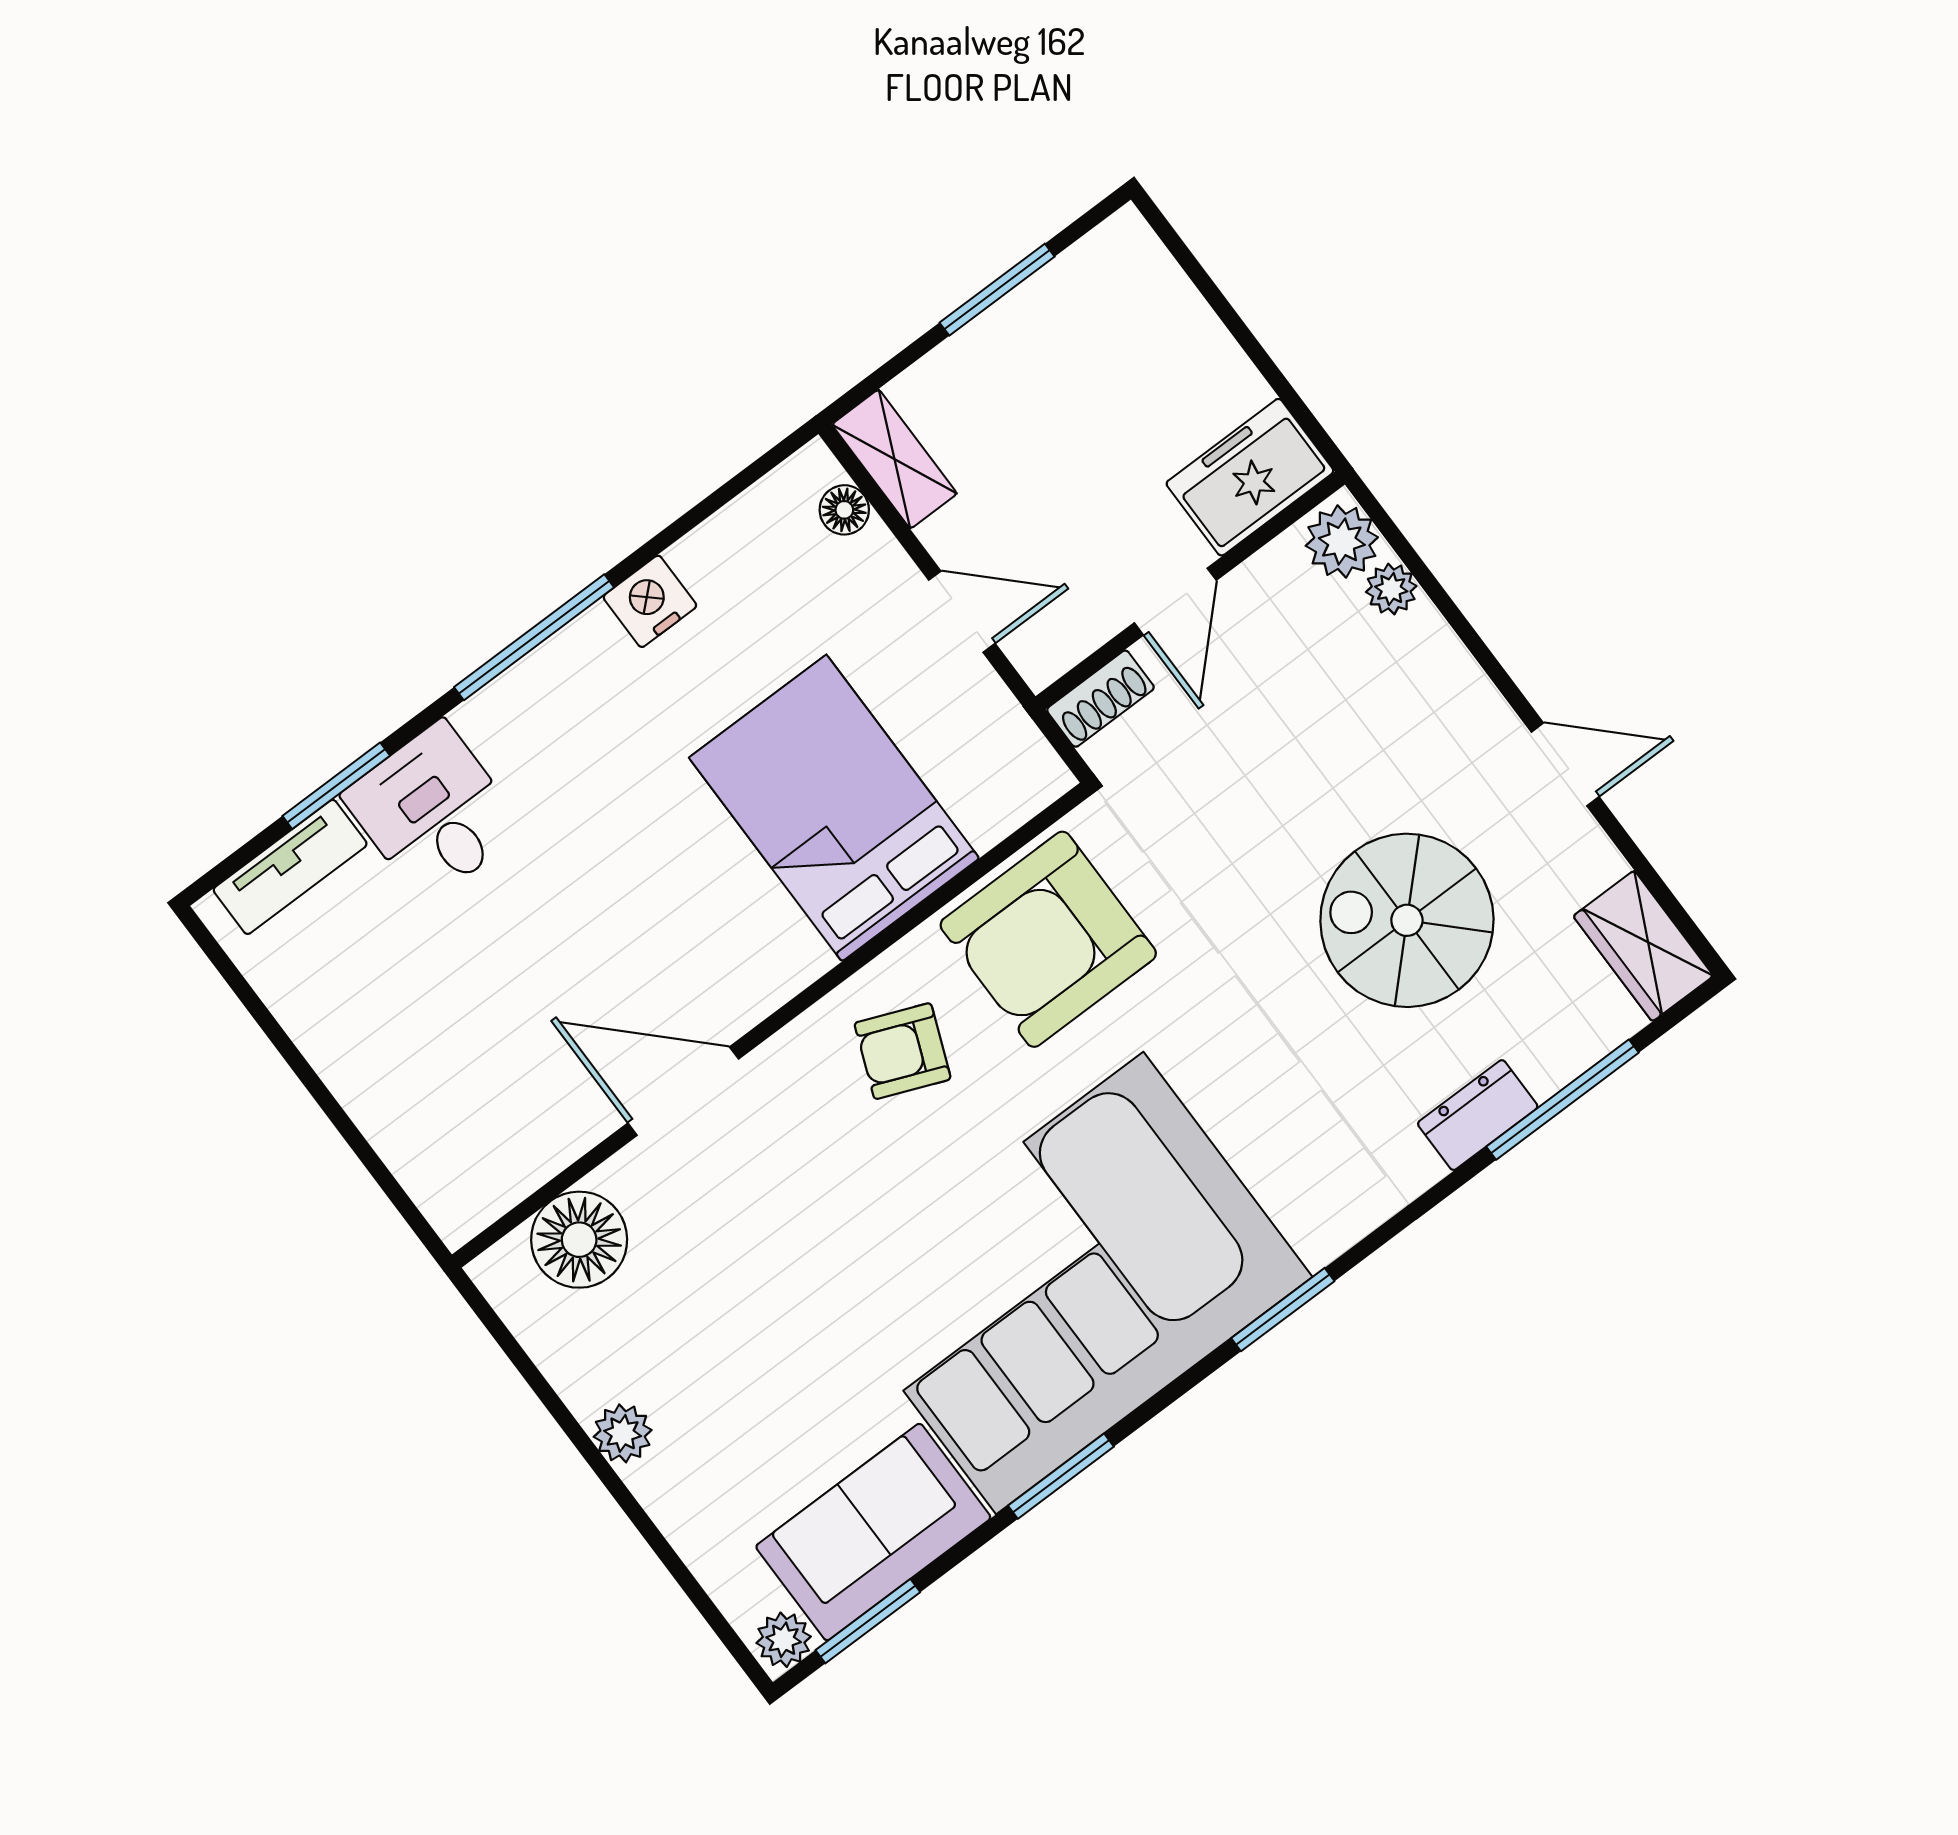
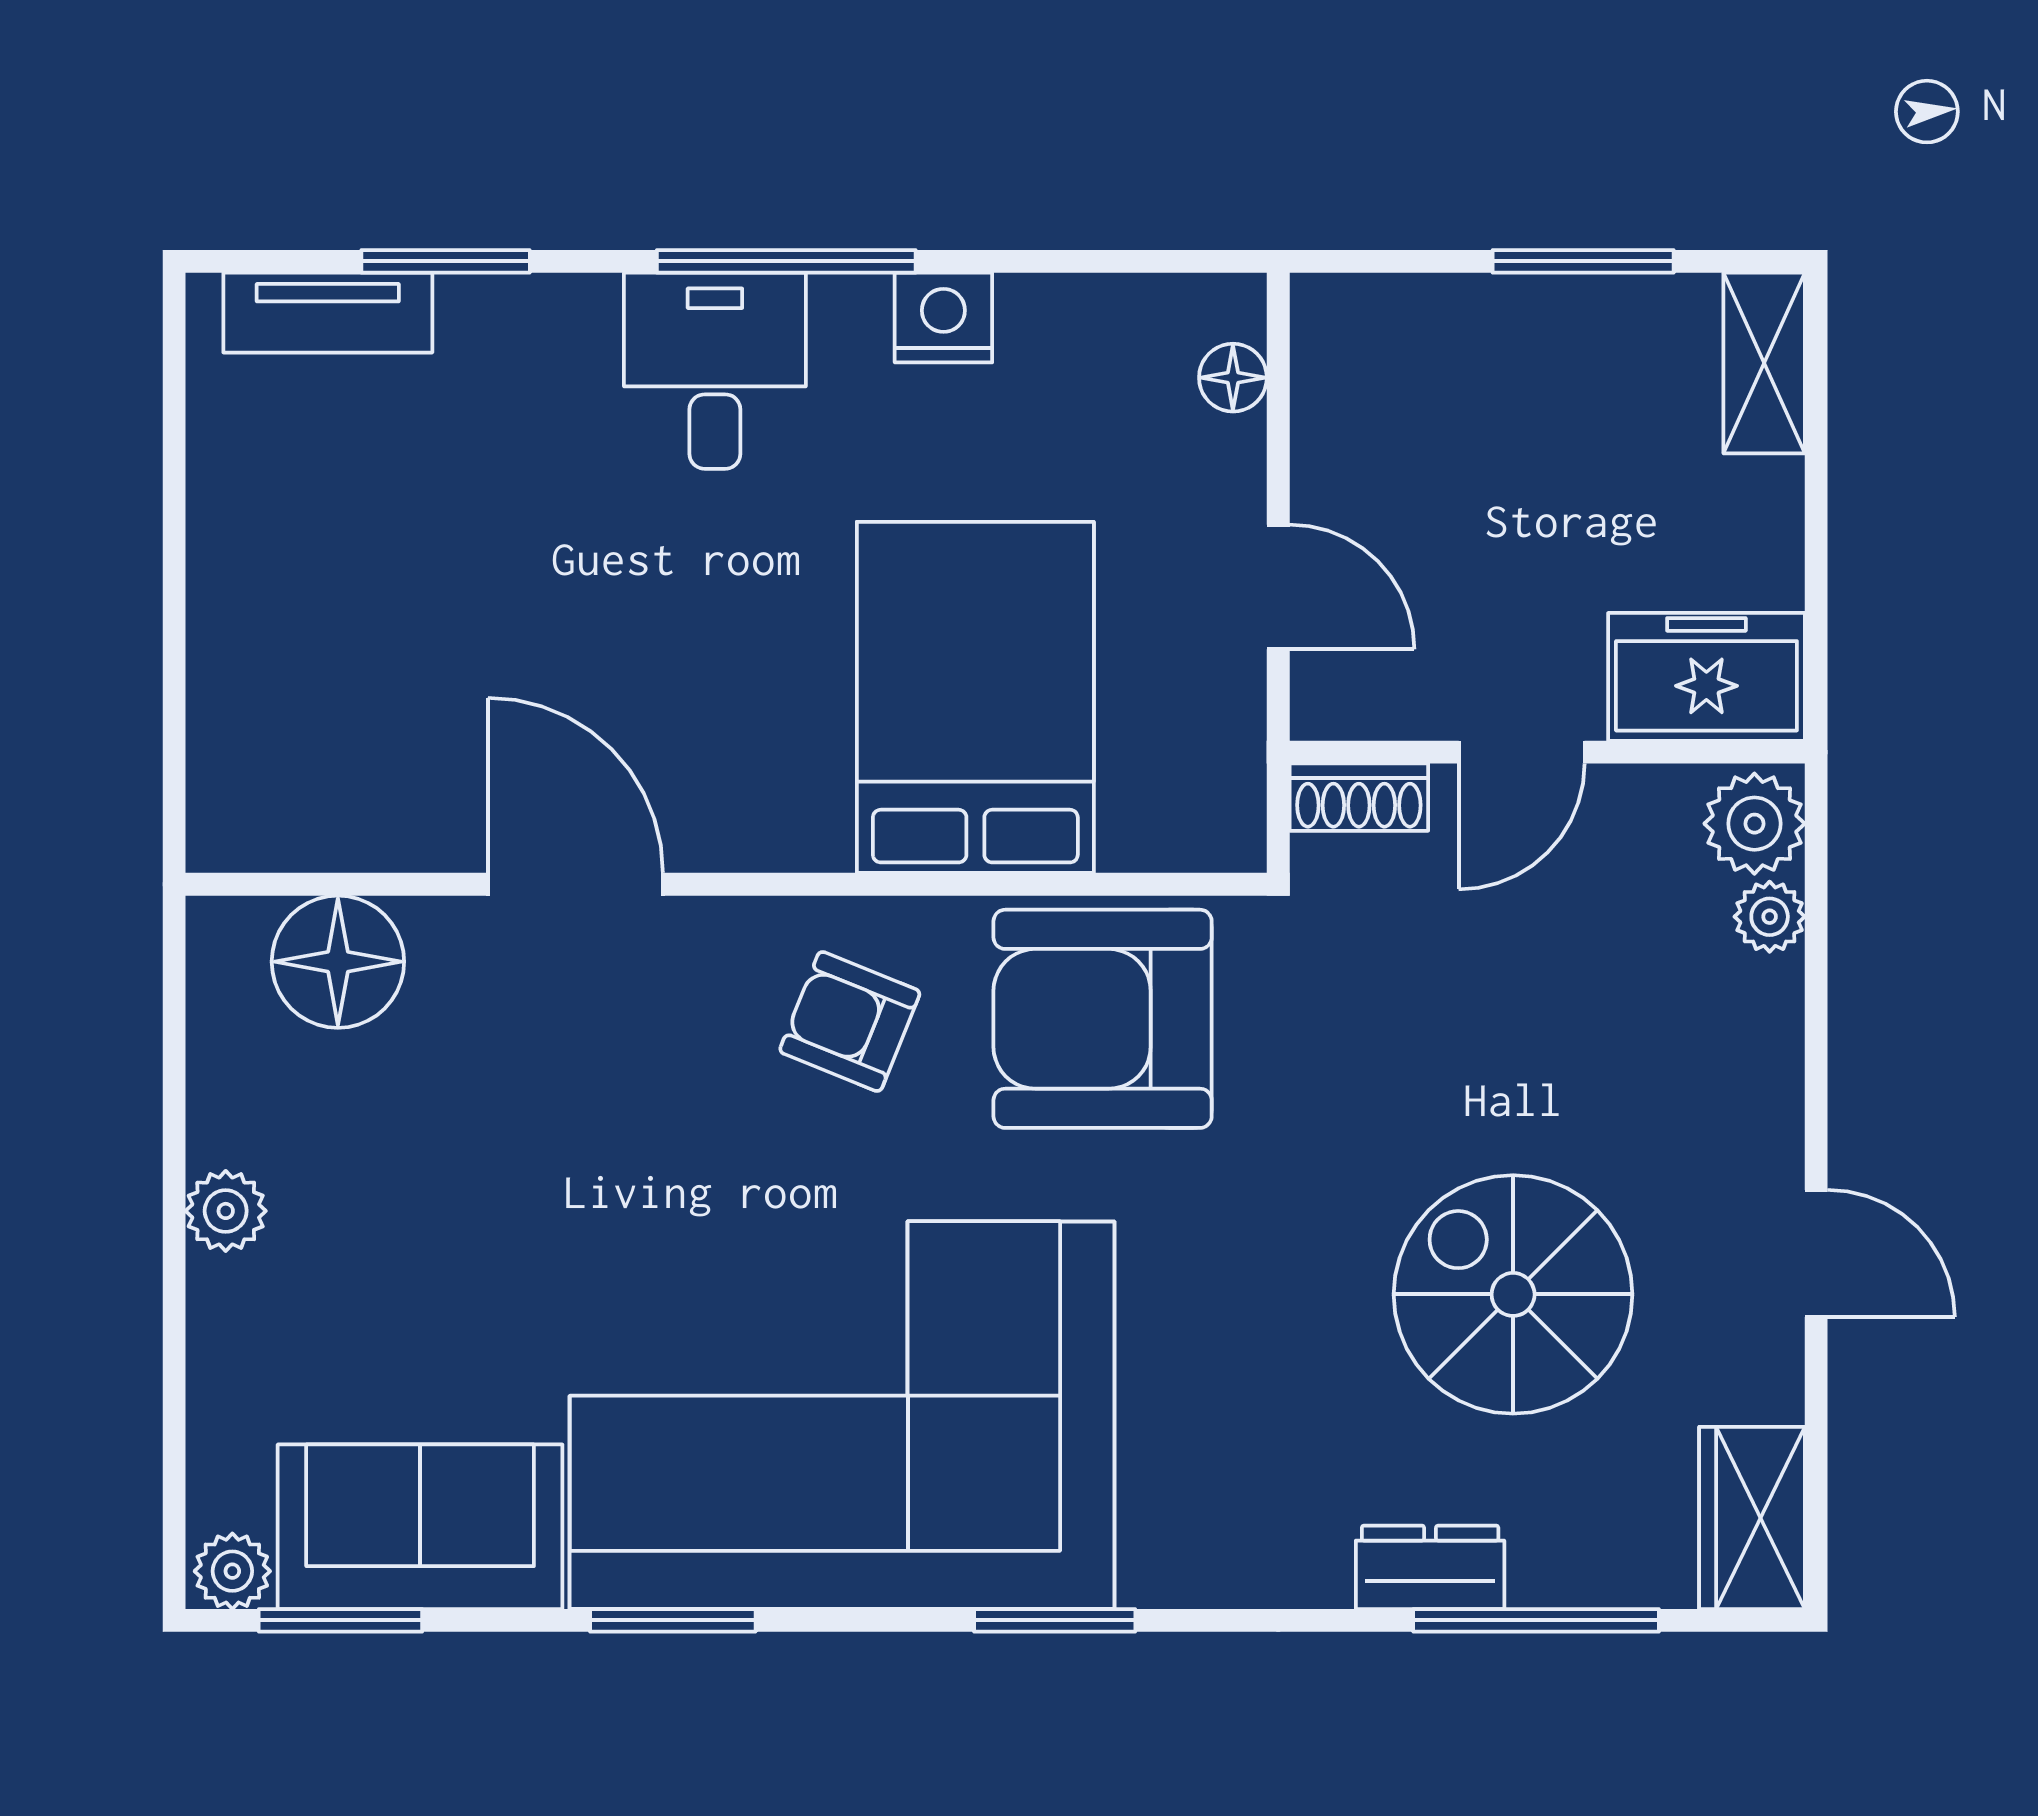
shelving: (894, 459) -> (1764, 363), moved
desk: (433, 812) -> (715, 371), moved

